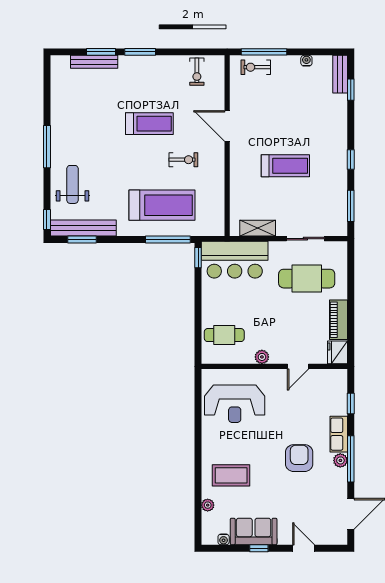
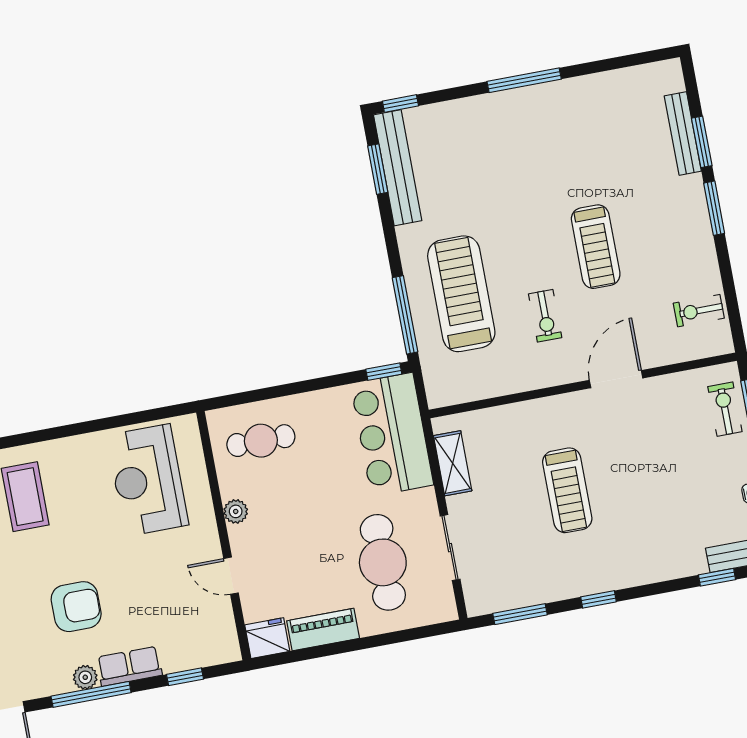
weight bench: (72, 184) -> (468, 136), removed
treadmill: (162, 205) -> (461, 294), turned 180
cafe table: (224, 335) -> (261, 441), turned 90

